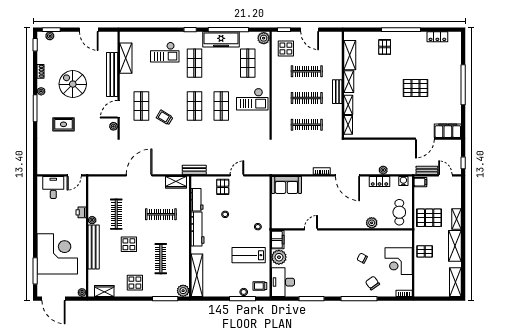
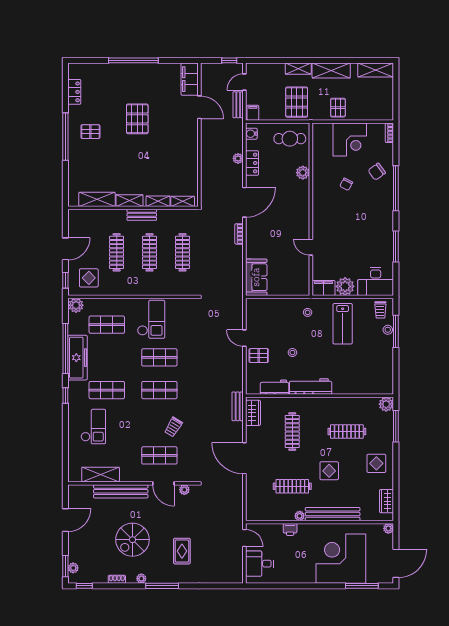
pallet: (385, 47) -> (90, 132), moved
bench: (194, 170) -> (238, 406), moved
shelving: (197, 275) -> (367, 387), removed

